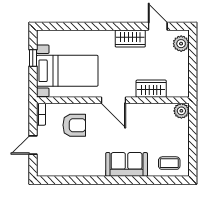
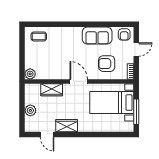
plant: (181, 44) -> (30, 110), moved
window: (33, 58) -> (136, 112), width x2.17
sofa: (127, 164) -> (97, 36), moved
armchair: (50, 166) -> (124, 34), added

